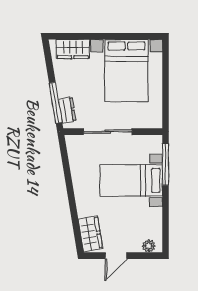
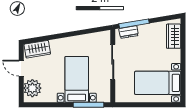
bed with nightstands: (126, 71) -> (158, 83), width x0.73
plant: (149, 246) -> (32, 88), width x1.87, depth x1.87

